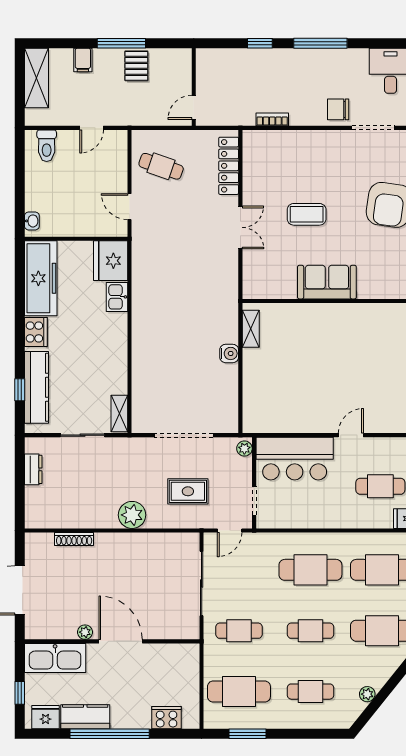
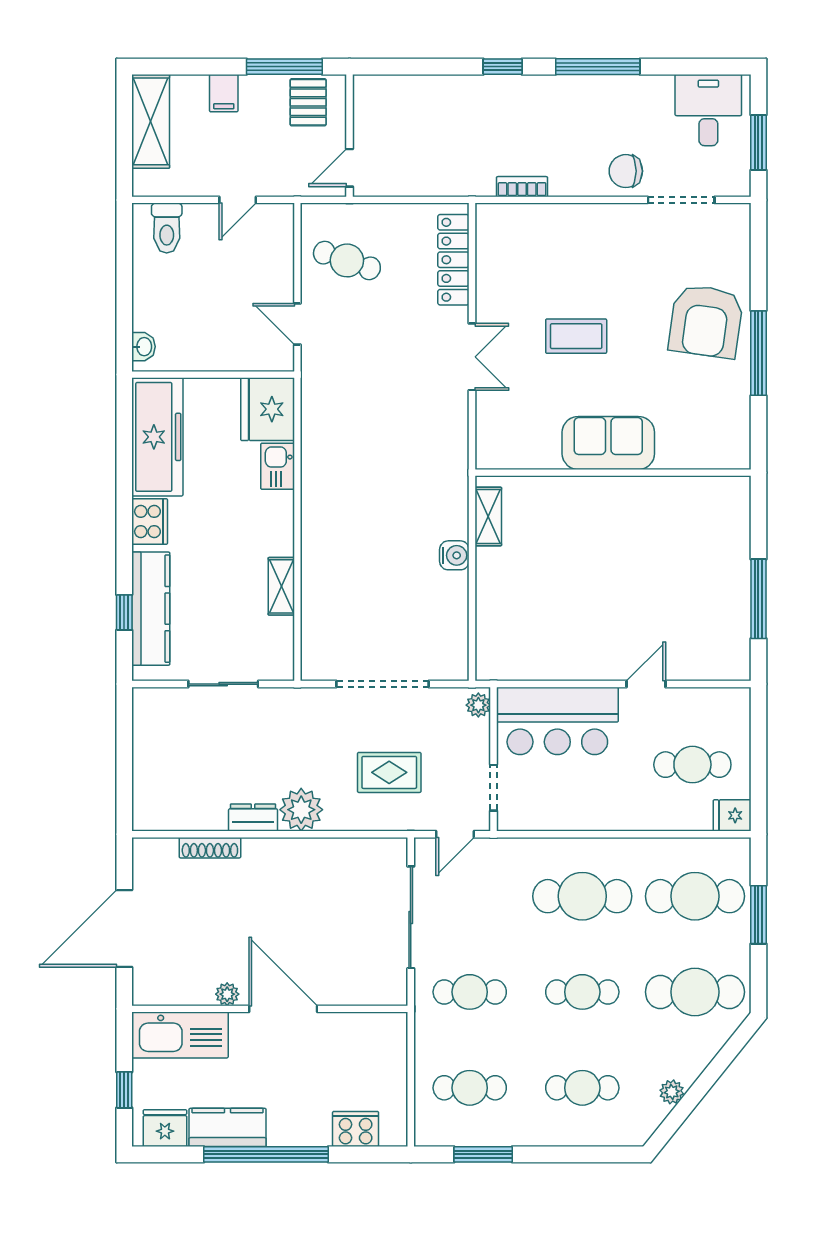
wall: (194, 87) -> (349, 136), moved
door: (194, 107) -> (349, 168), moved
shelving: (119, 414) -> (281, 586), moved
dresser: (33, 469) -> (253, 817), moved, turned -90
cafe table: (239, 692) -> (470, 1088), width x0.73, depth x0.74

